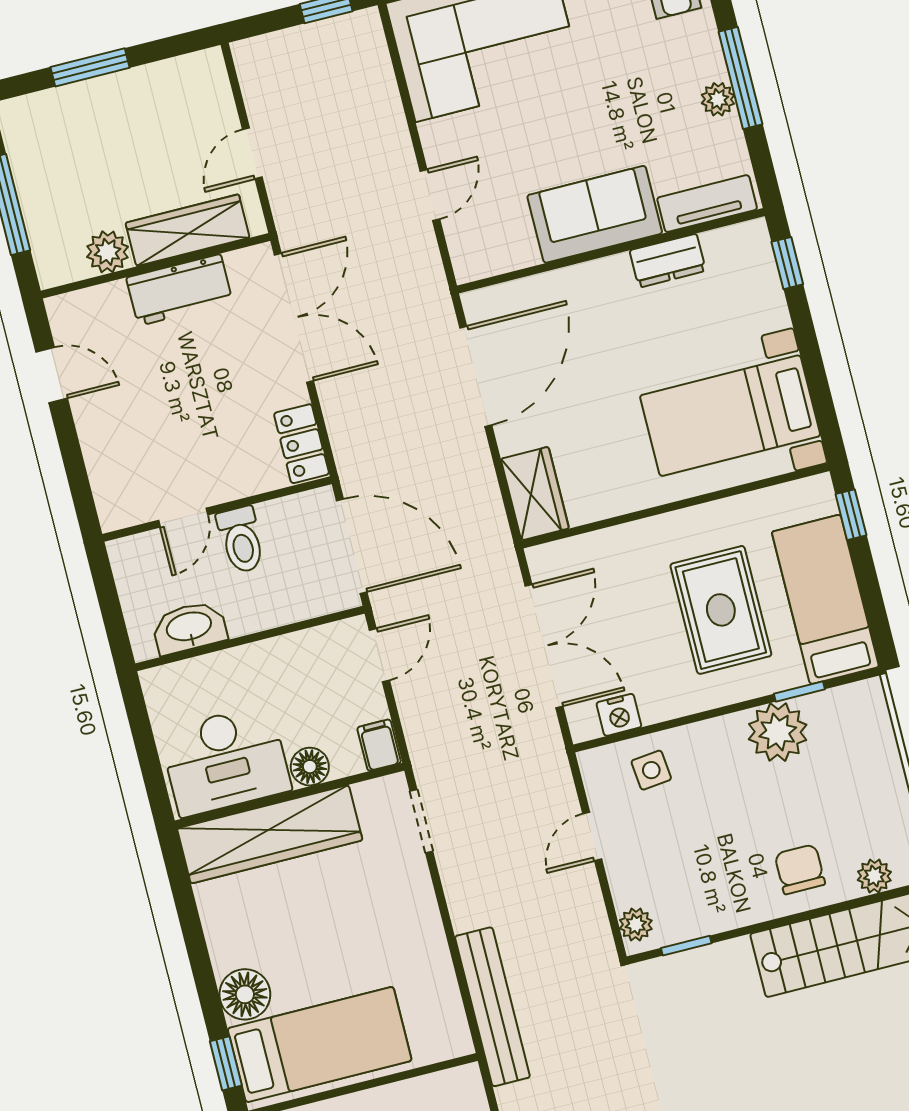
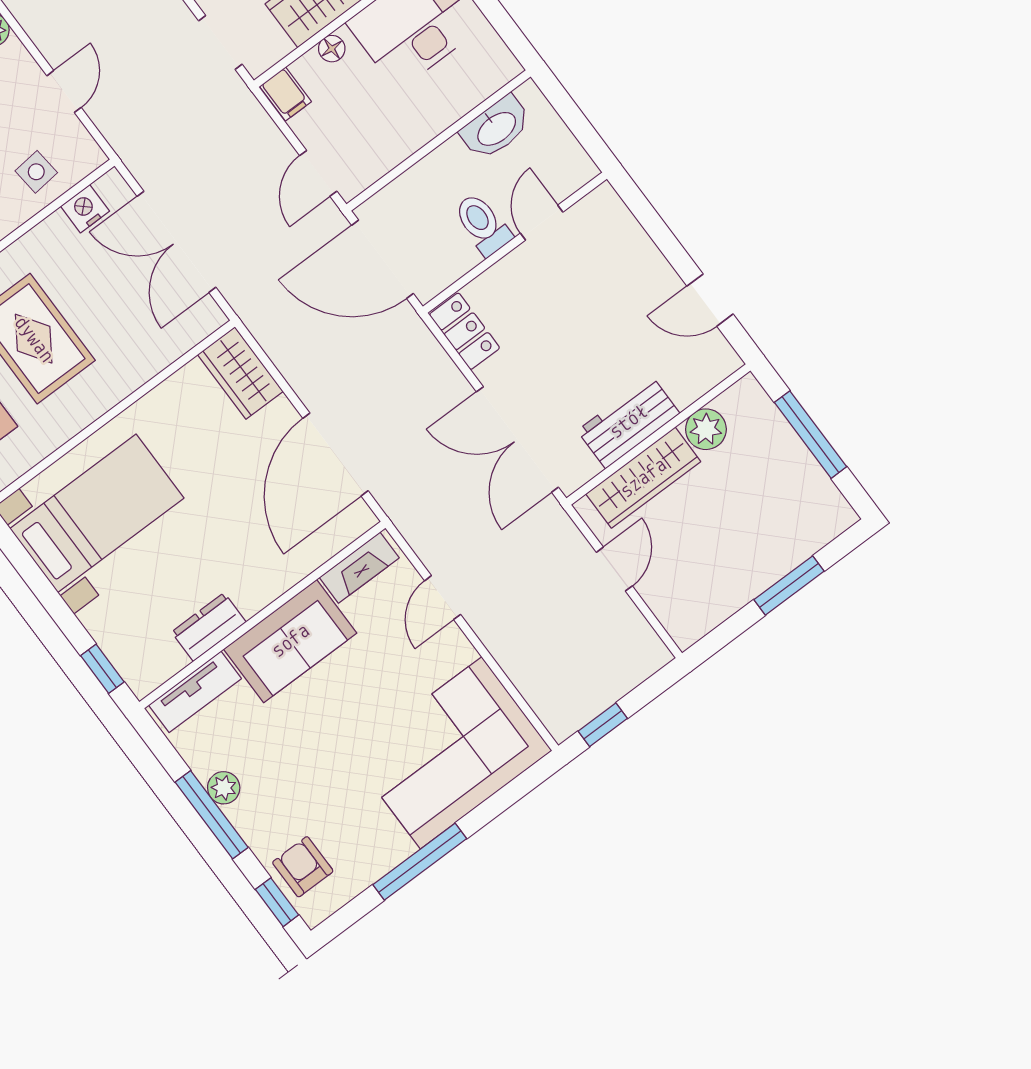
fireplace: (498, 258) -> (359, 568), added
floor lamp: (310, 767) -> (332, 49), width x0.73, depth x0.73

